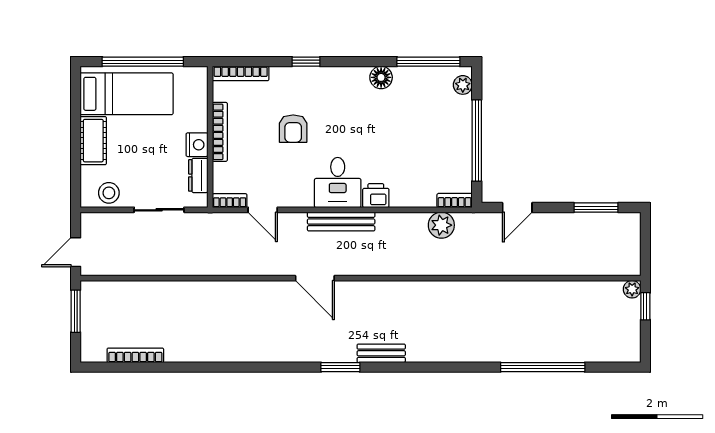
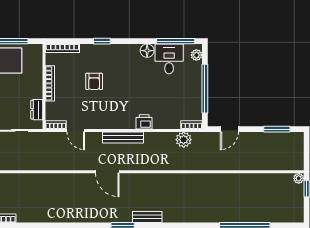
nightstand: (197, 145) -> (36, 91), removed
desk: (338, 182) -> (169, 59), moved, turned 180

